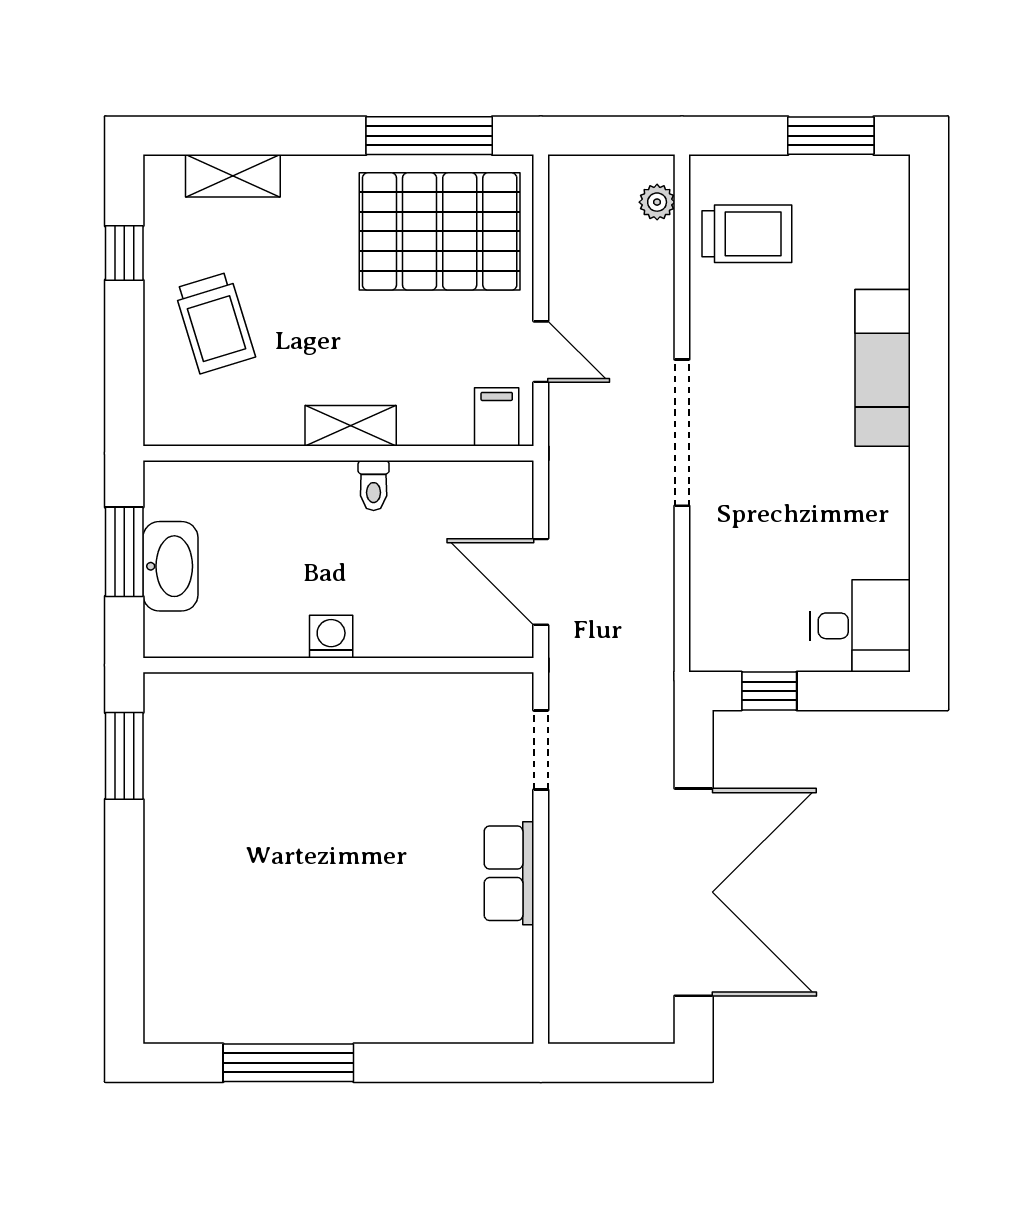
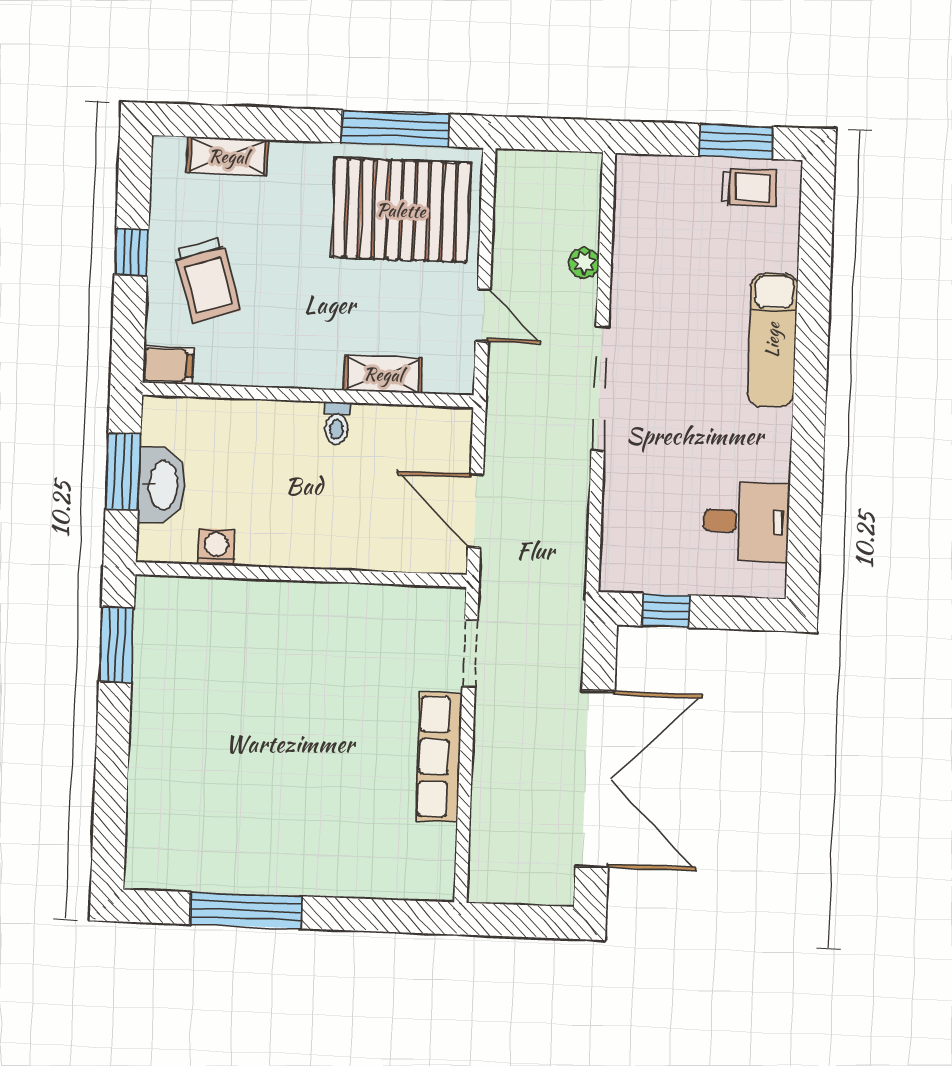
plant: (657, 202) -> (584, 263), moved
trolley: (747, 234) -> (749, 187), moved, width x0.73, depth x0.72
window: (124, 253) -> (131, 252), moved
filing cabinet: (497, 417) -> (168, 365), moved, turned 90
shelving: (351, 426) -> (383, 374), moved
desk: (860, 626) -> (746, 522), moved
washing machine: (331, 637) -> (216, 547), moved
row of seats: (509, 873) -> (439, 757), width x1.48

